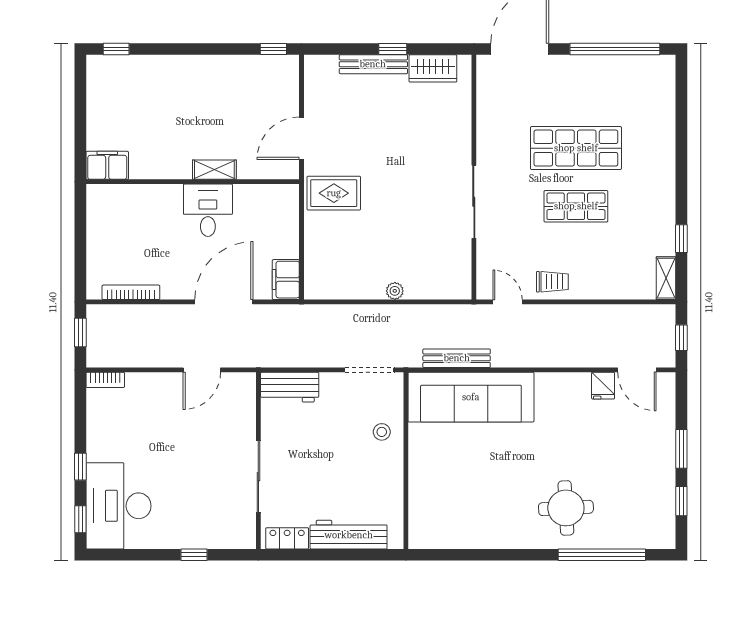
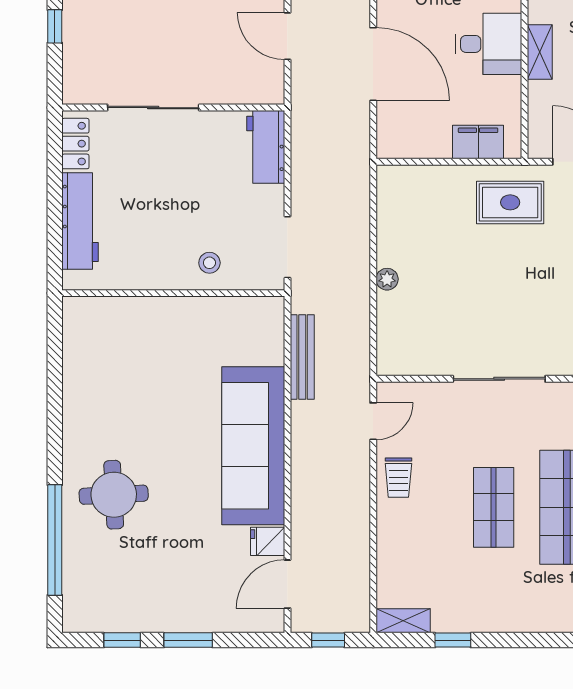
rug: (334, 193) -> (510, 202), turned 90
filing cabinet: (286, 280) -> (478, 142), moved
sofa: (471, 397) -> (253, 446), moved

